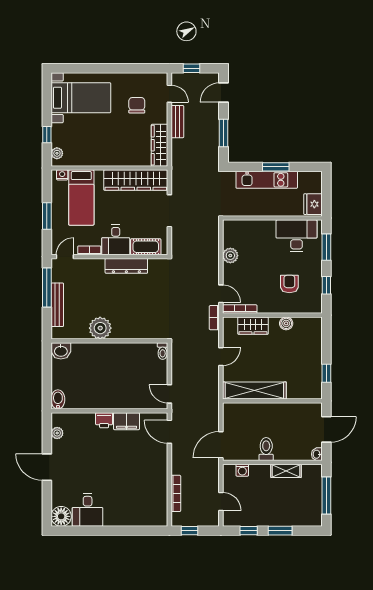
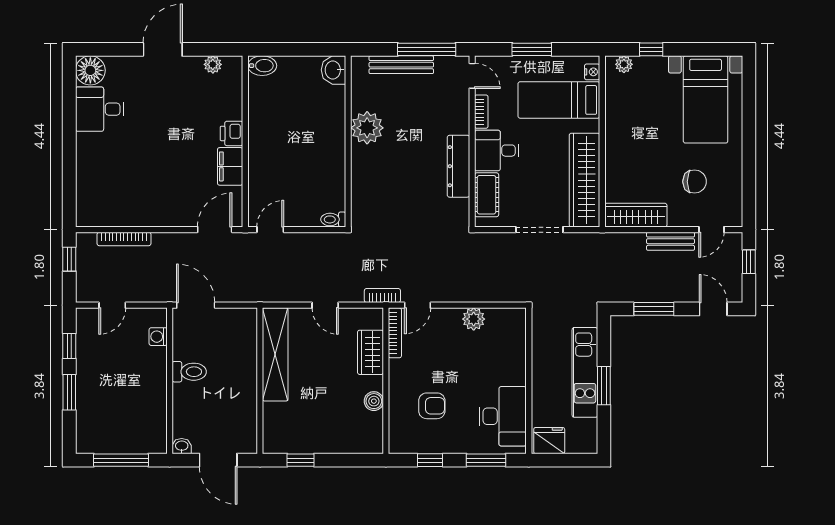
shelving: (286, 471) -> (157, 401), removed

